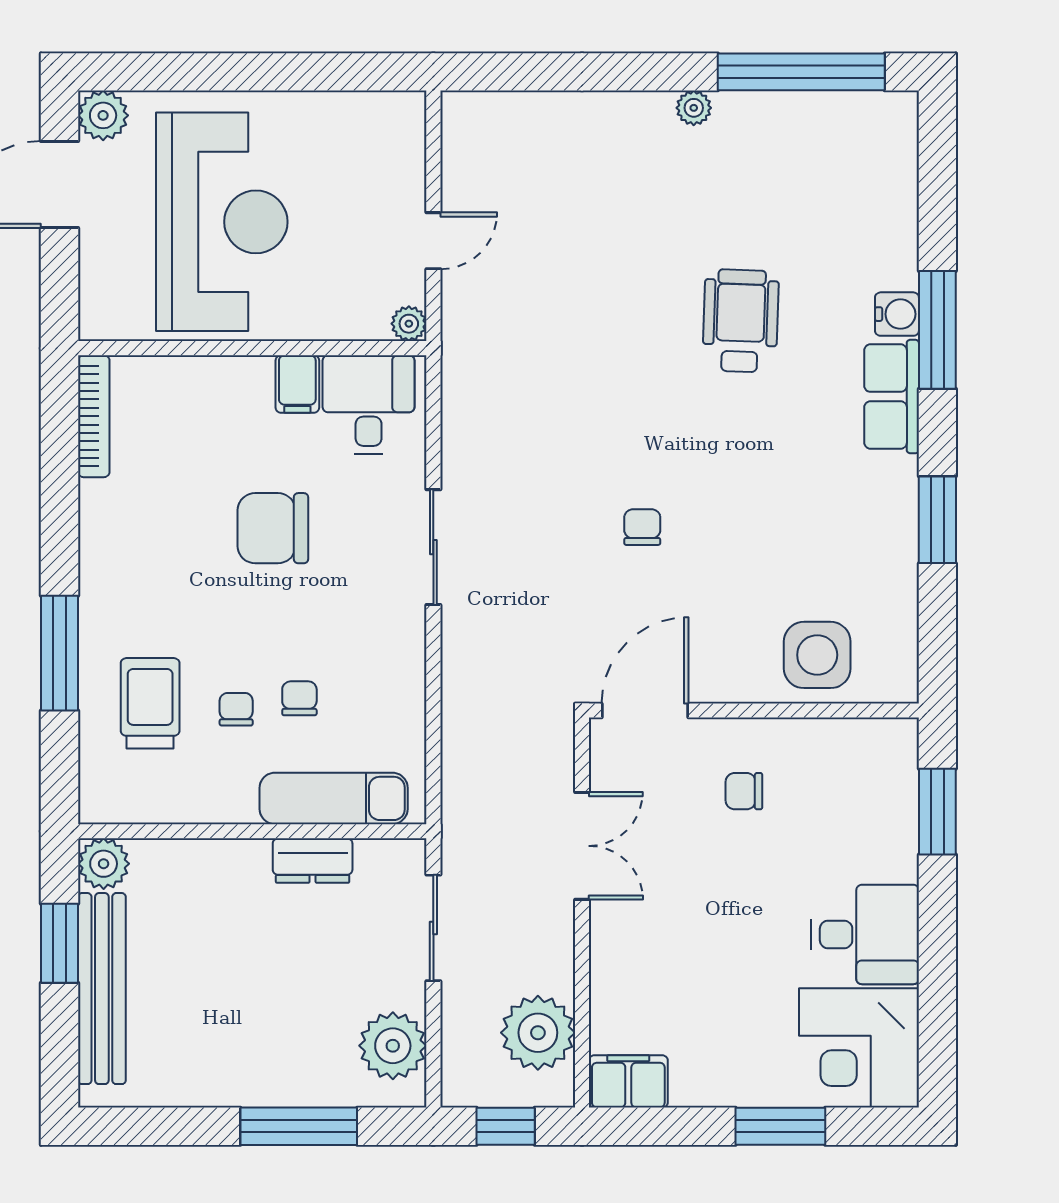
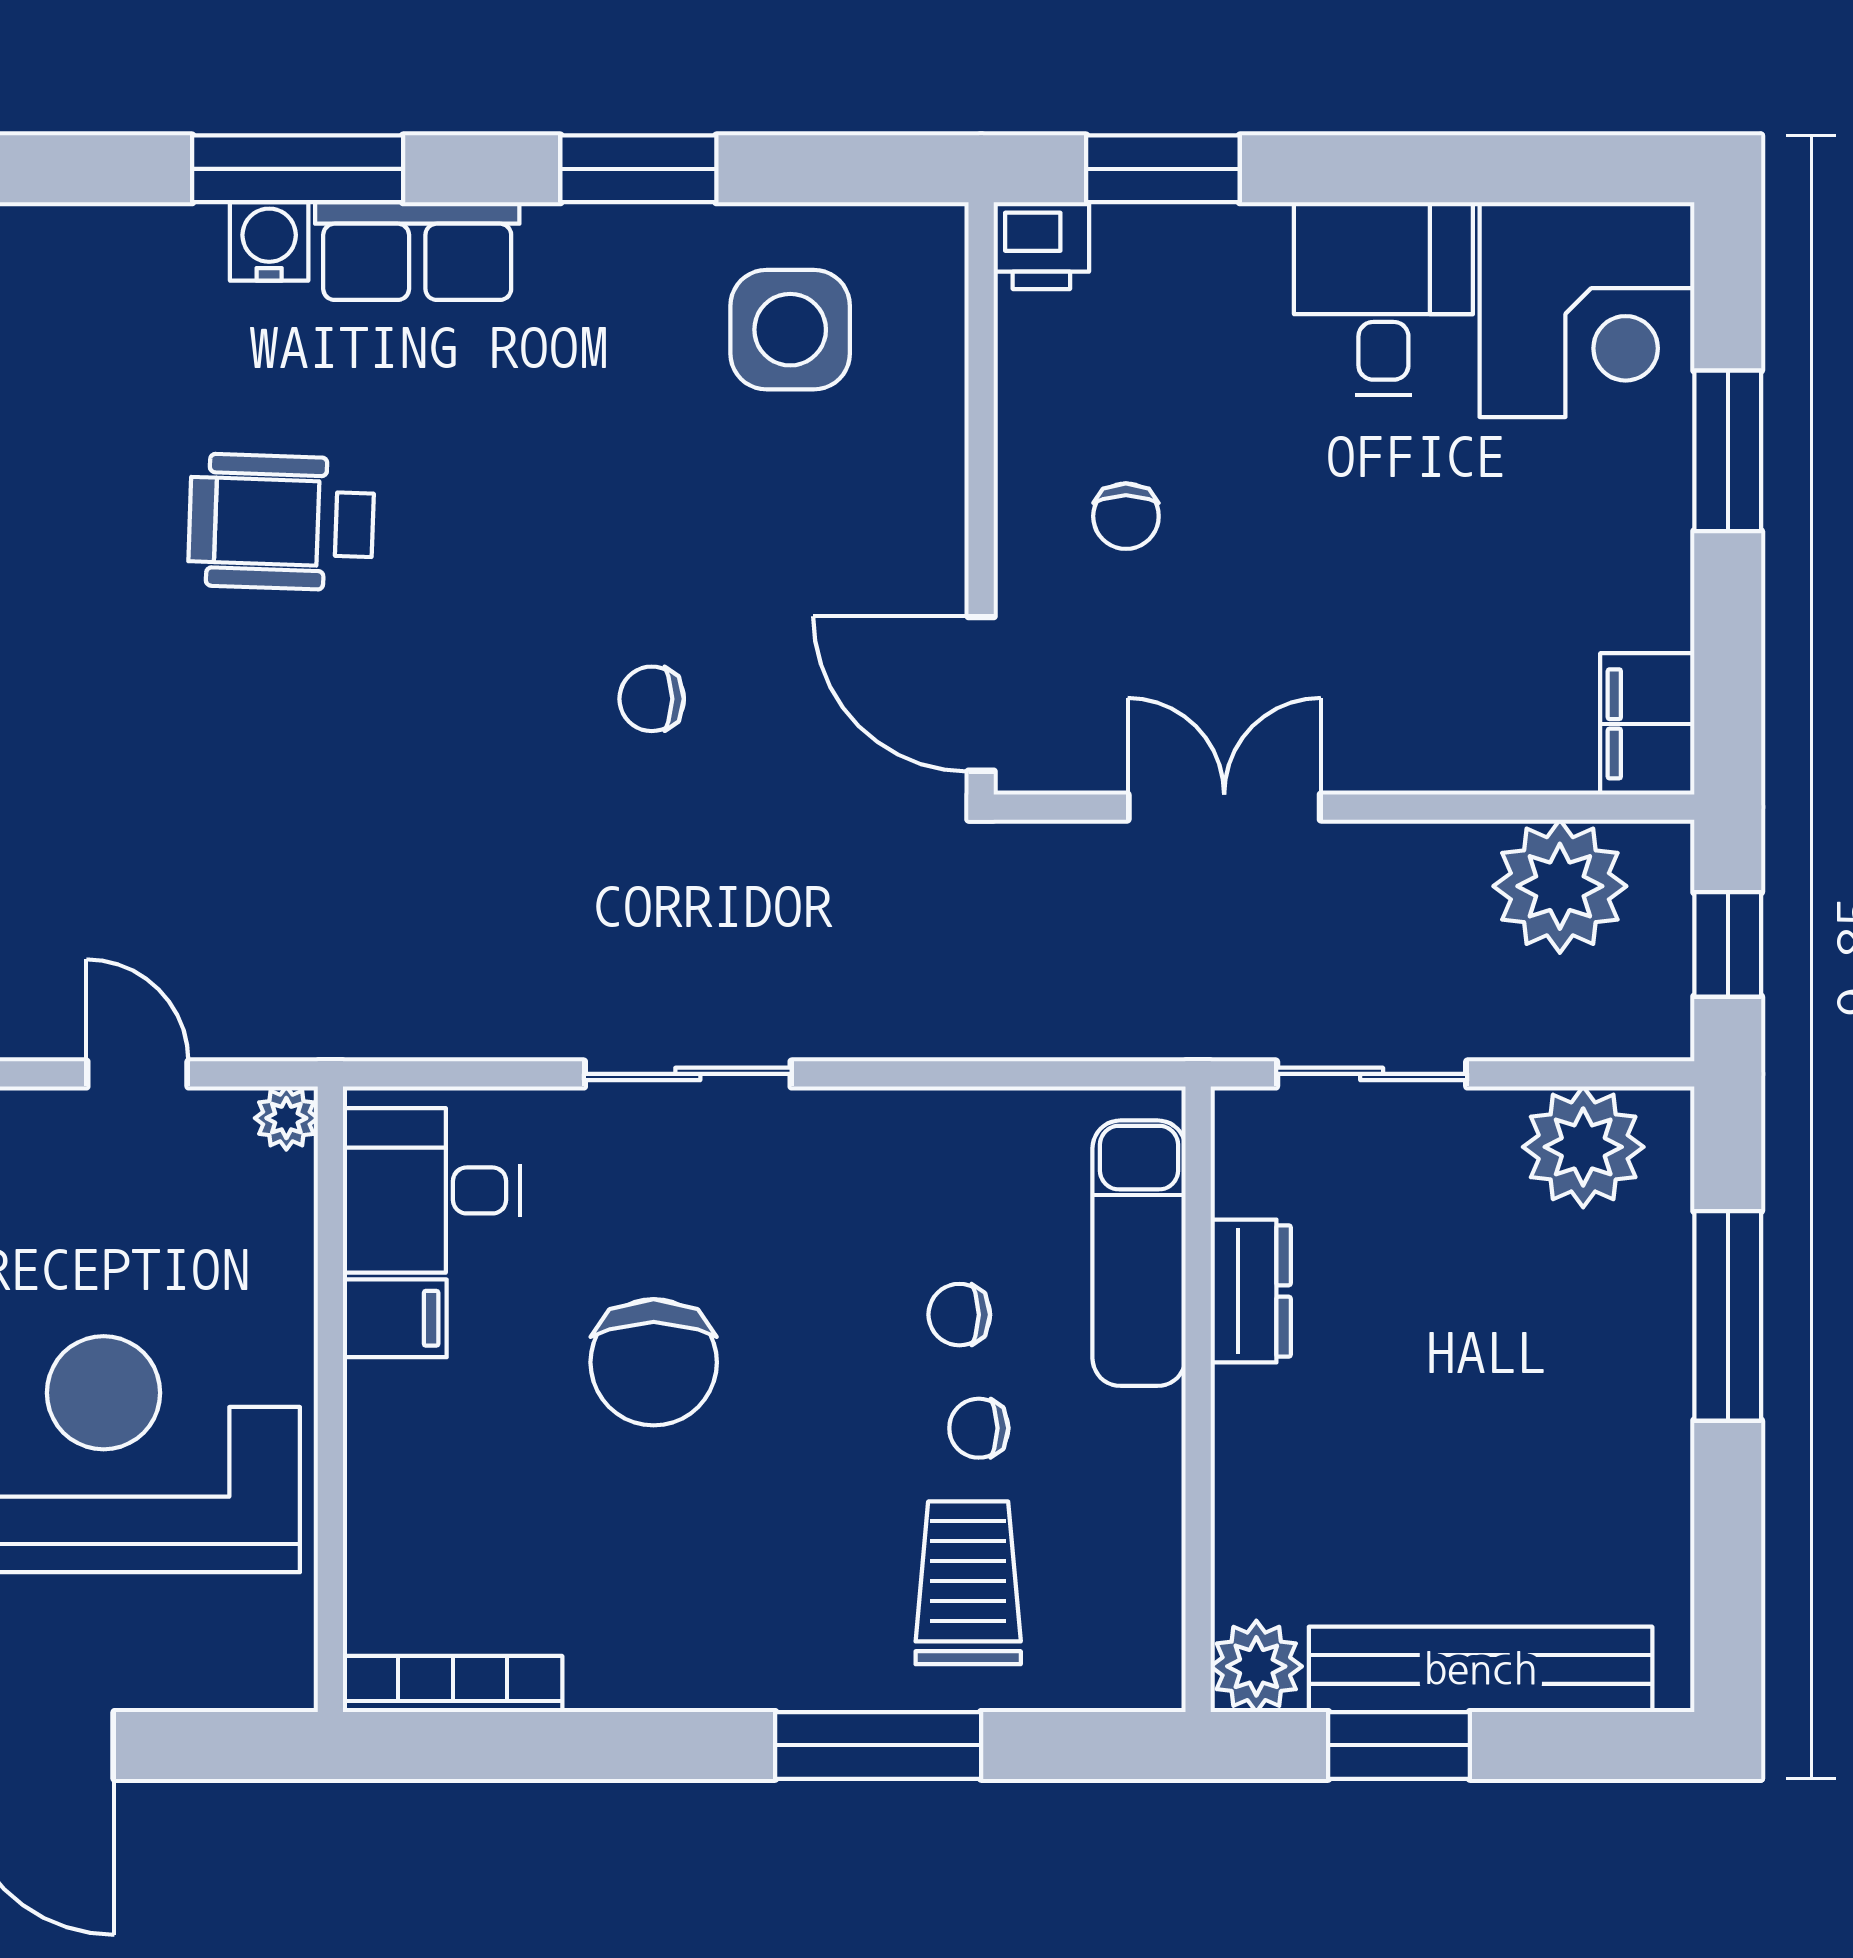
side table: (817, 655) -> (790, 330), moved
trolley: (150, 703) -> (968, 1583), turned 90
printer: (895, 744) -> (1041, 246), added

